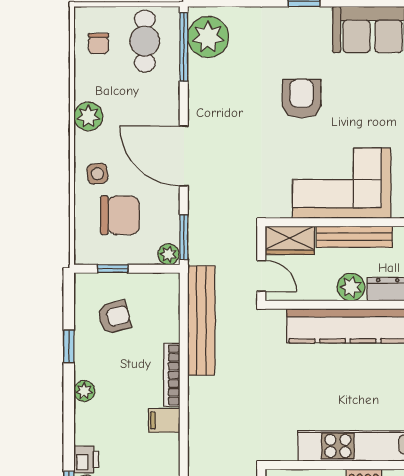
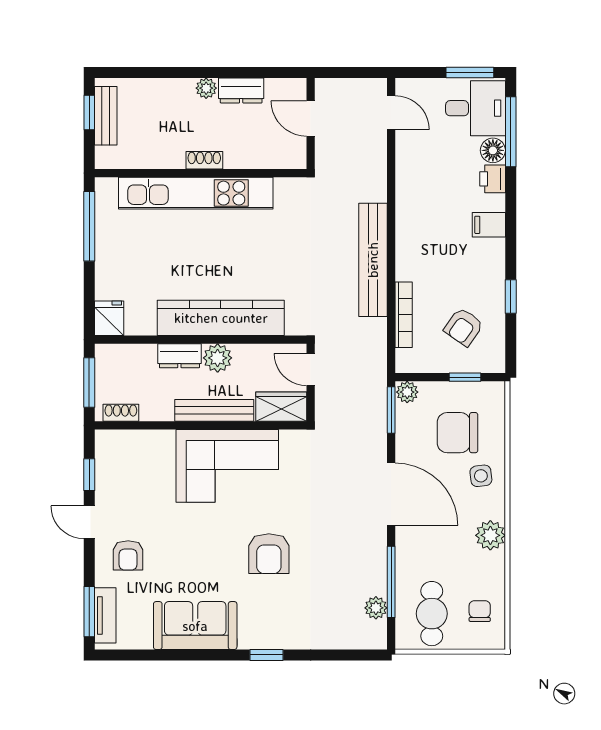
plant: (208, 37) -> (376, 608), width x0.53, depth x0.53
window: (184, 47) -> (391, 582), moved
armchair: (114, 317) -> (464, 327), turned -40
bench: (201, 320) -> (373, 260), moved
bookcase: (172, 375) -> (404, 315), moved
plant: (84, 391) -> (494, 250), removed
filing cabinet: (164, 420) -> (489, 225), moved, turned 180

